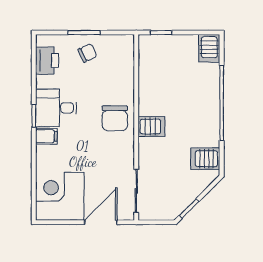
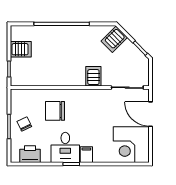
server rack: (209, 48) -> (21, 49), moved
chair: (115, 118) -> (55, 111), moved, turned 180
server rack: (151, 127) -> (93, 76), moved
server rack: (205, 159) -> (114, 39), moved, turned 45

